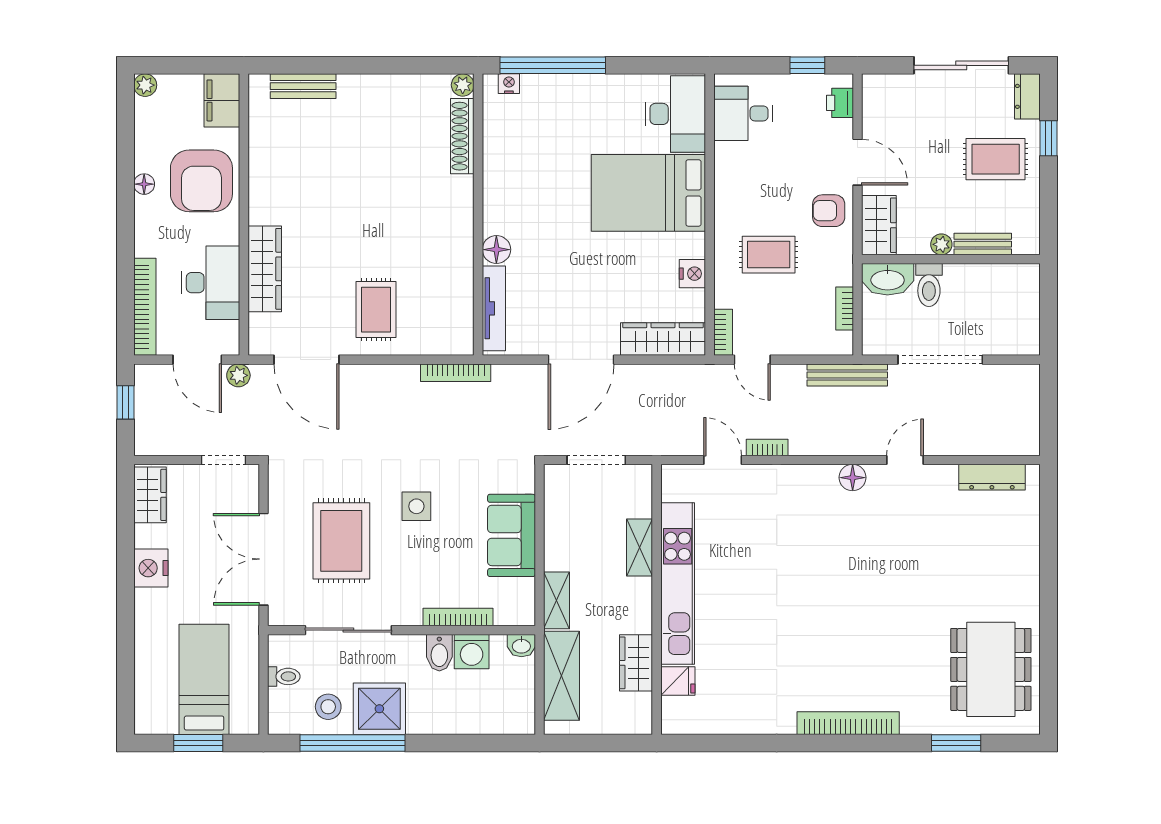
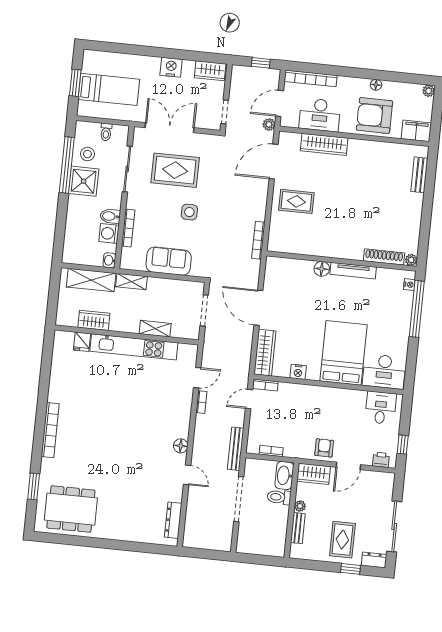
rug: (769, 255) -> (304, 414), removed
tv unit: (494, 308) -> (353, 271), moved

